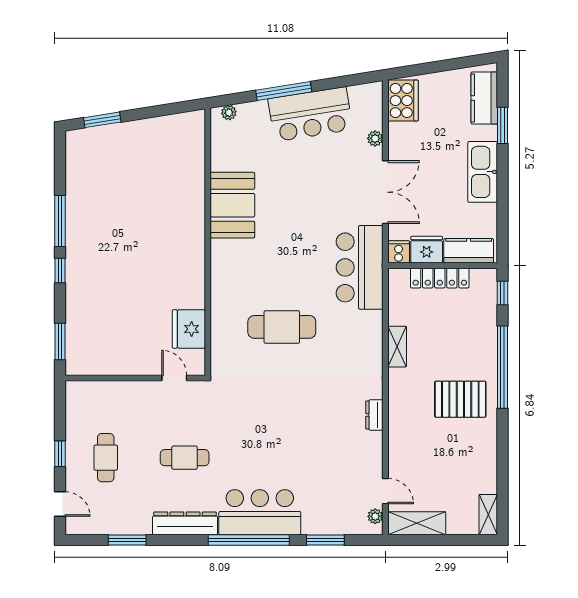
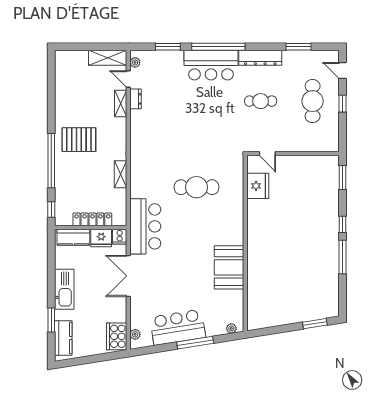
plant: (375, 138) -> (135, 334), moved
dresser: (374, 415) -> (136, 99), moved
cafe table: (106, 458) -> (313, 101), width x1.37, depth x1.35
shelving: (488, 515) -> (121, 104), moved

